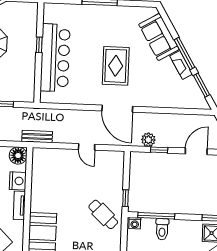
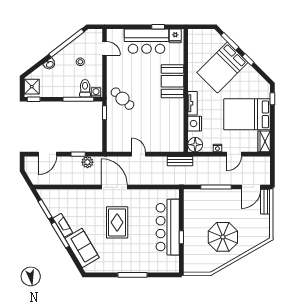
toilet: (162, 229) -> (85, 88), moved

